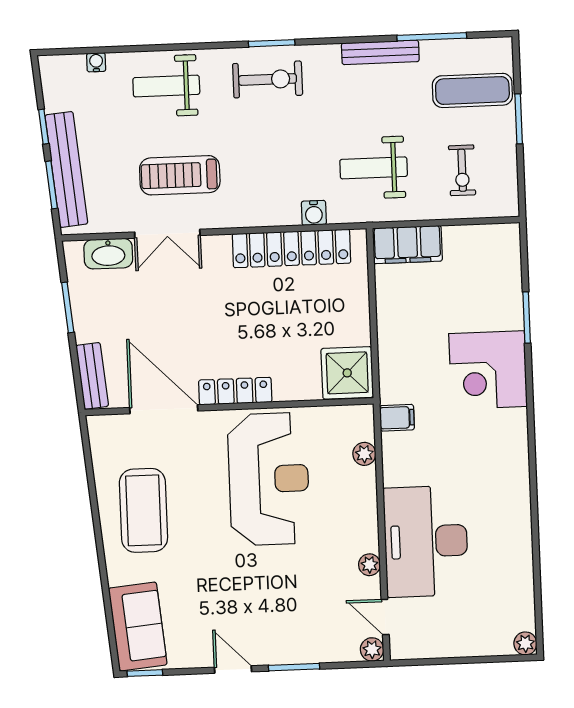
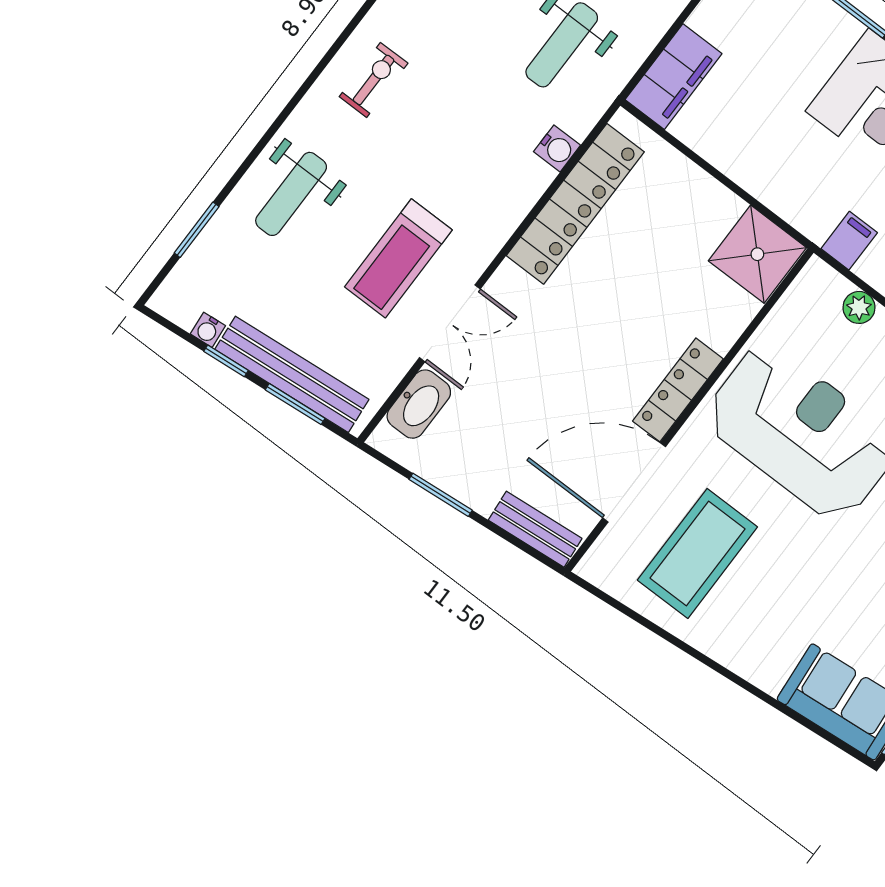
window: (272, 43) -> (197, 230), moved
water cooler: (96, 62) -> (208, 330), moved, turned -95
exercise bike: (268, 79) -> (374, 80), width x0.73, depth x0.72
coffee table: (143, 510) -> (697, 553), moved, turned 90

